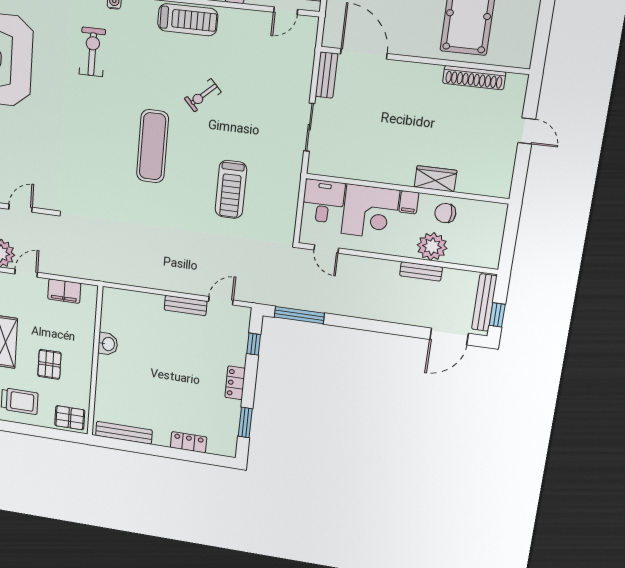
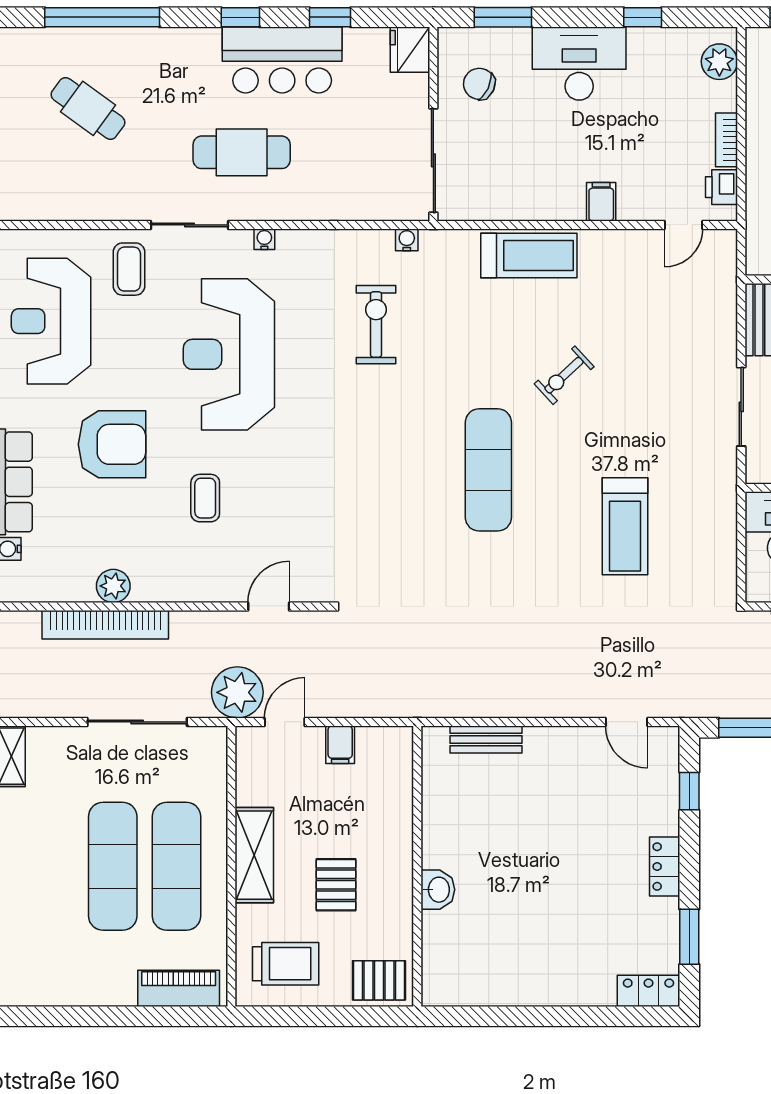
filing cabinet: (64, 291) -> (340, 745), width x0.50
door: (221, 301) -> (626, 722), swing flipped
bench: (186, 306) -> (486, 739), moved
washbasin: (108, 344) -> (438, 890), moved
bench: (124, 433) -> (478, 993), removed
locker: (189, 442) -> (648, 991), moved

